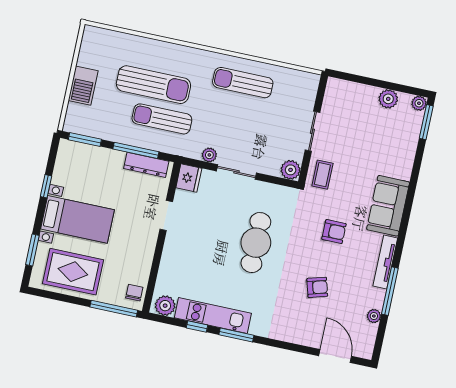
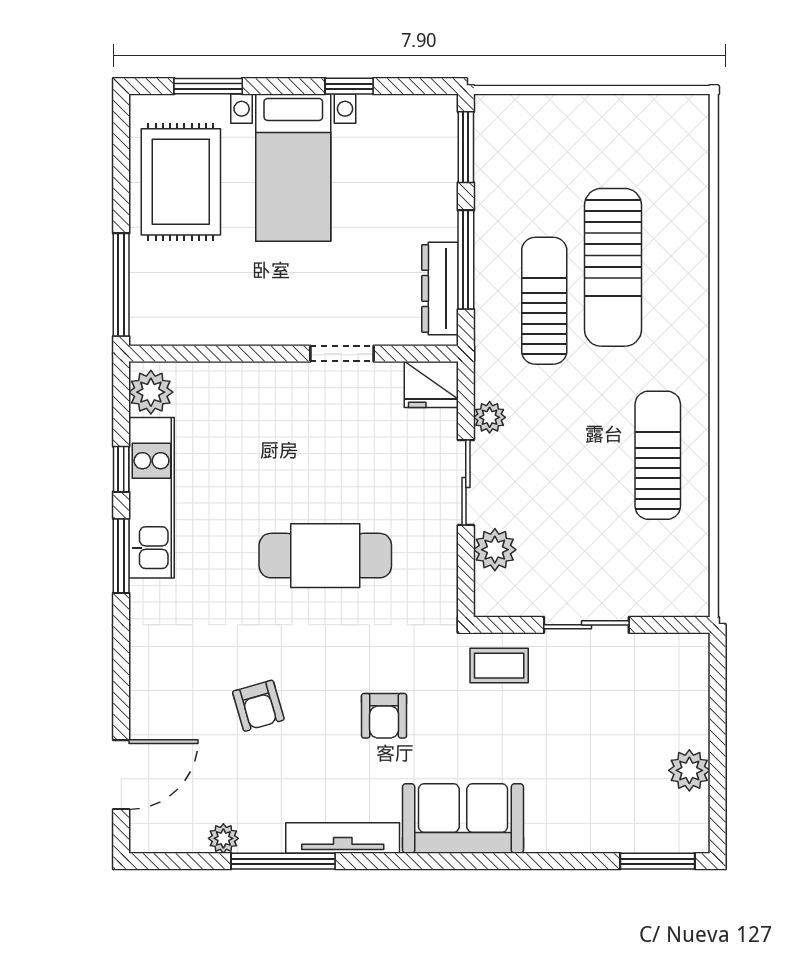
barbecue: (83, 86) -> (579, 119), removed
plant: (419, 103) -> (694, 837), removed
plant: (291, 170) -> (495, 550), moved
chair: (134, 293) -> (164, 321), removed

